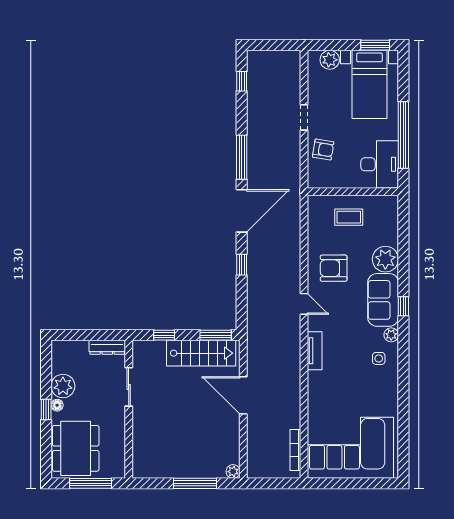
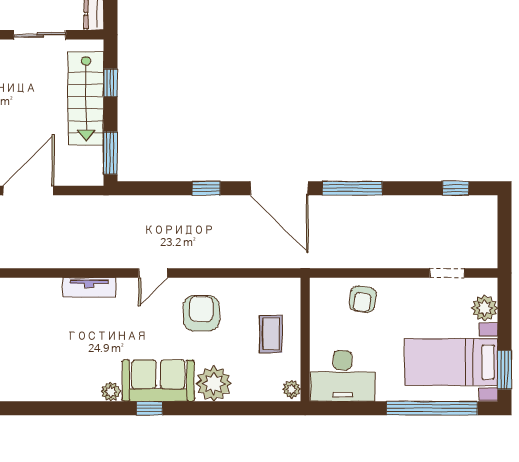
doorway: (304, 117) -> (447, 273), moved
window: (403, 135) -> (432, 408), moved
plant: (389, 202) -> (291, 389), added
stairs: (201, 353) -> (86, 98), moved
side table: (379, 358) -> (79, 375), removed

